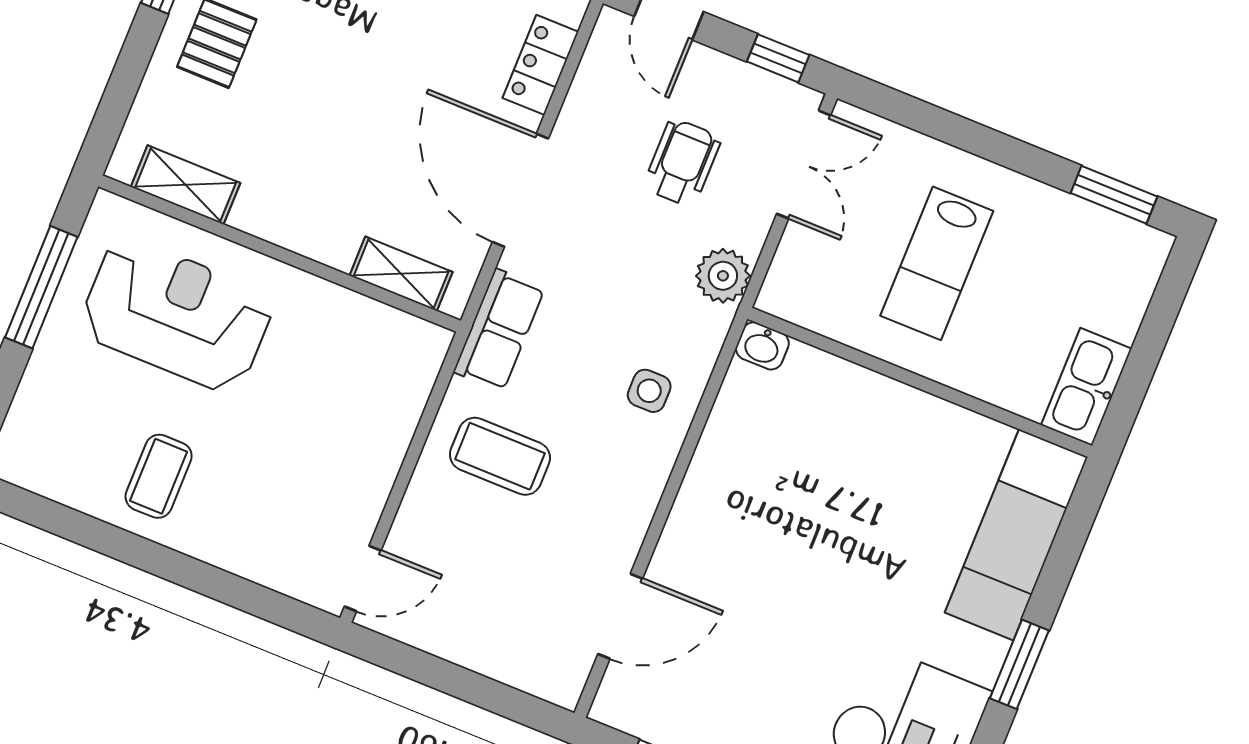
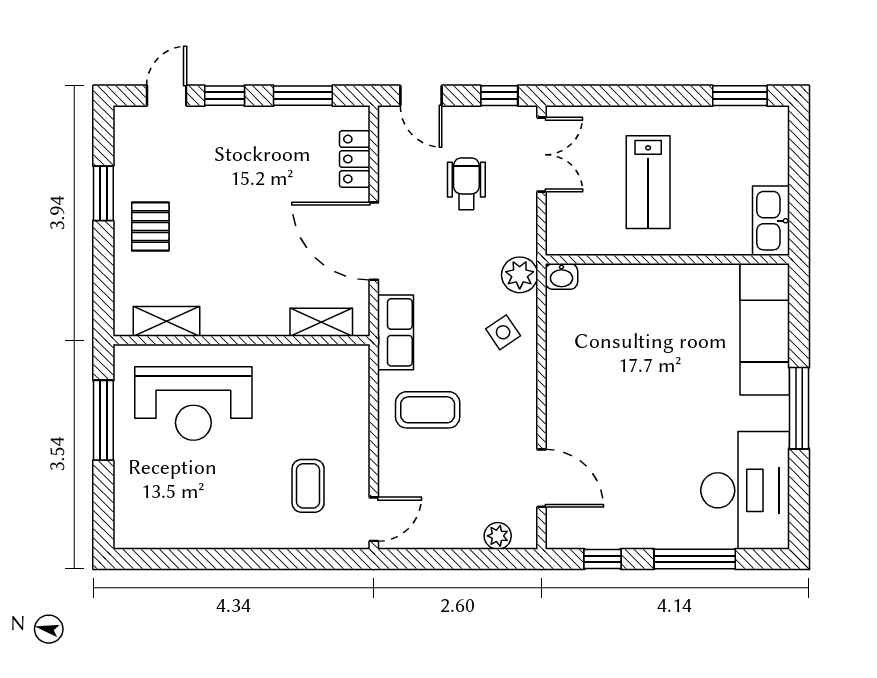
plant: (723, 276) -> (520, 275), moved
reception desk: (176, 315) -> (193, 404), turned 180
side table: (649, 391) -> (503, 332), turned -34
coffee table: (159, 476) -> (308, 486), moved
door: (620, 616) -> (542, 478), hinge flipped
window: (1019, 664) -> (799, 408), width x1.44
plant: (526, 672) -> (498, 536), added

